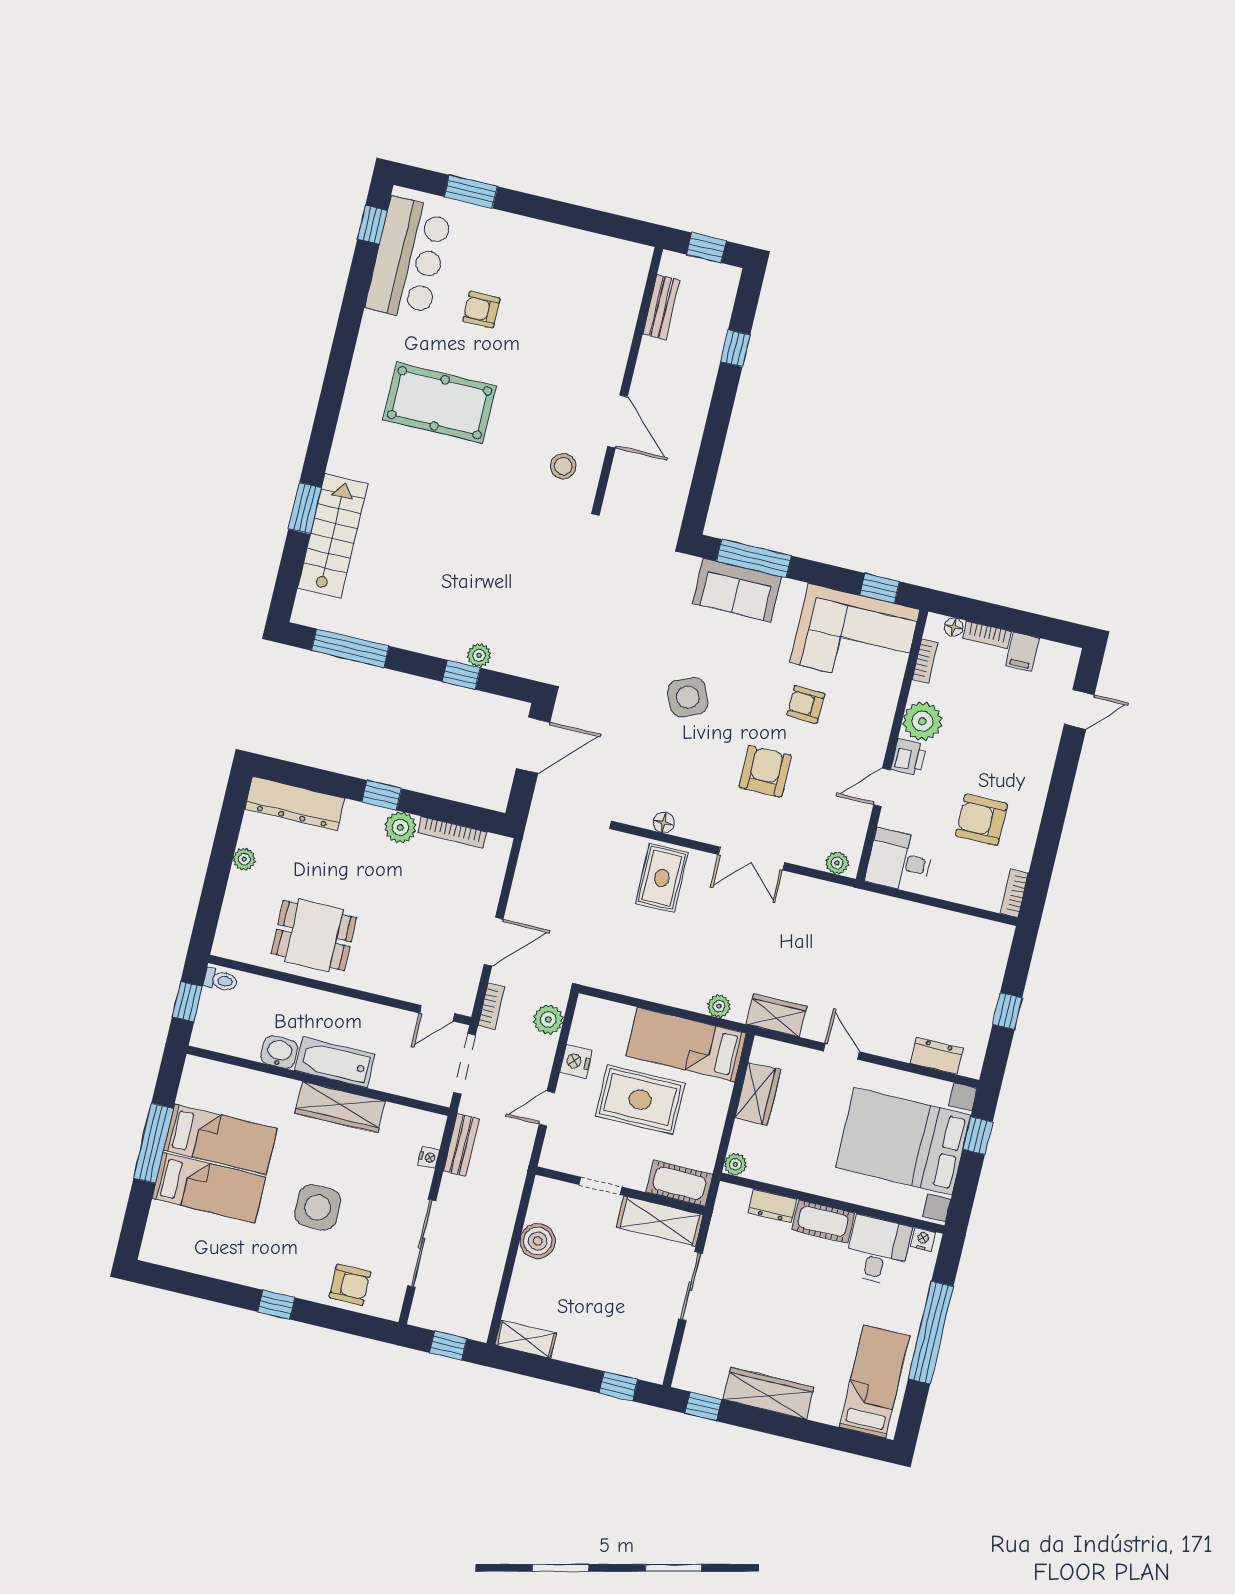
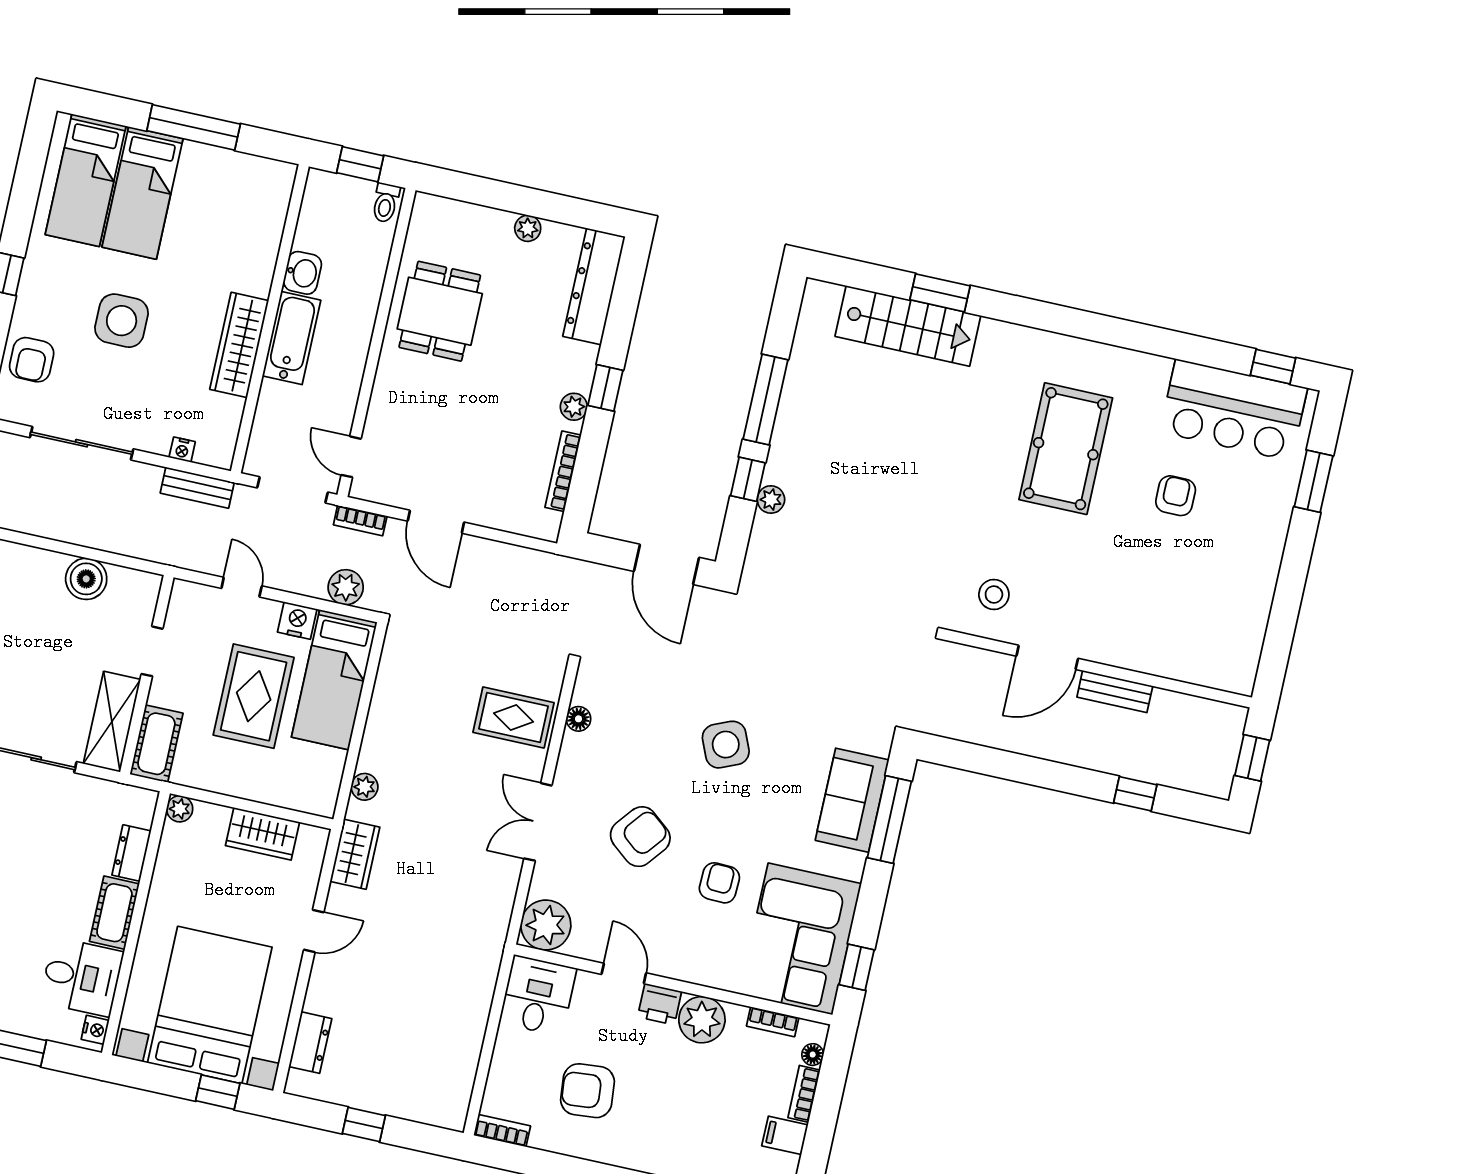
bench: (661, 307) -> (1115, 691), moved
window: (350, 648) -> (766, 399), moved
armchair: (765, 771) -> (640, 837), turned -51
armchair: (981, 820) -> (587, 1091), turned -95
plant: (400, 828) -> (574, 407), width x0.73, depth x0.73
plant: (837, 863) -> (546, 925), width x1.88, depth x1.88
bed: (686, 1045) -> (334, 680), moved, turned 180
bed: (220, 1139) -> (86, 180), moved

